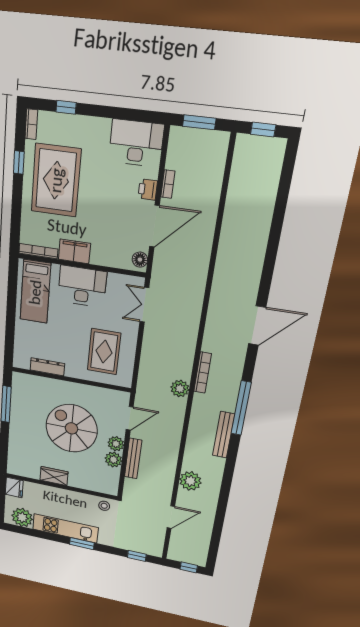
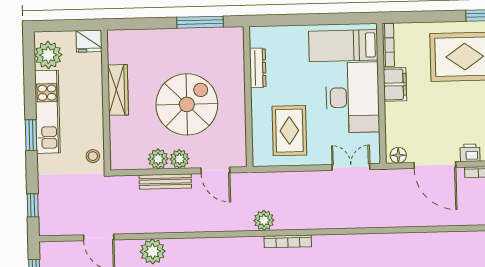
desk: (82, 286) -> (353, 97), width x1.36, depth x1.30
rug: (104, 352) -> (289, 131), turned 90
wardrobe: (54, 476) -> (118, 90), width x1.50

